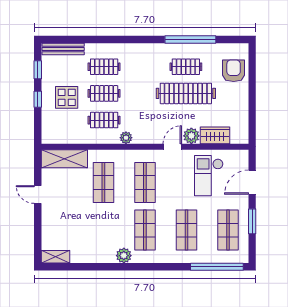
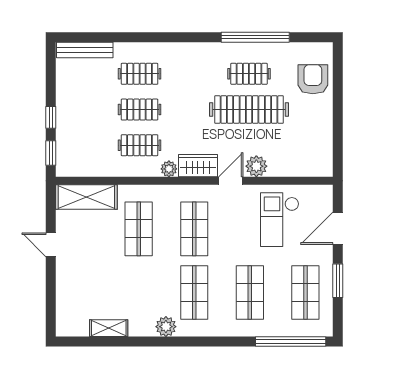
window: (38, 70) -> (51, 153), moved
display table: (67, 97) -> (90, 115), removed
wardrobe: (215, 135) -> (198, 166), moved
shelving: (56, 257) -> (109, 328), moved

